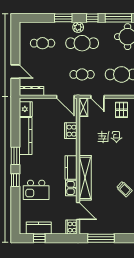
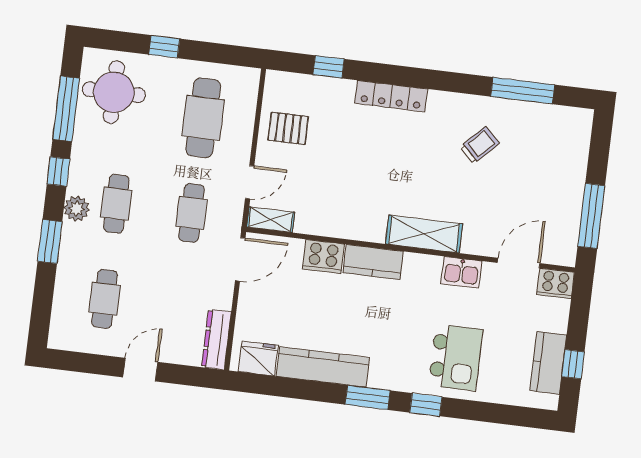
cafe table: (82, 43) -> (116, 204), width x0.73, depth x0.74
door: (15, 72) -> (140, 370), moved
kitchen counter: (71, 167) -> (373, 262), moved
shelving: (85, 178) -> (424, 234), width x0.68

